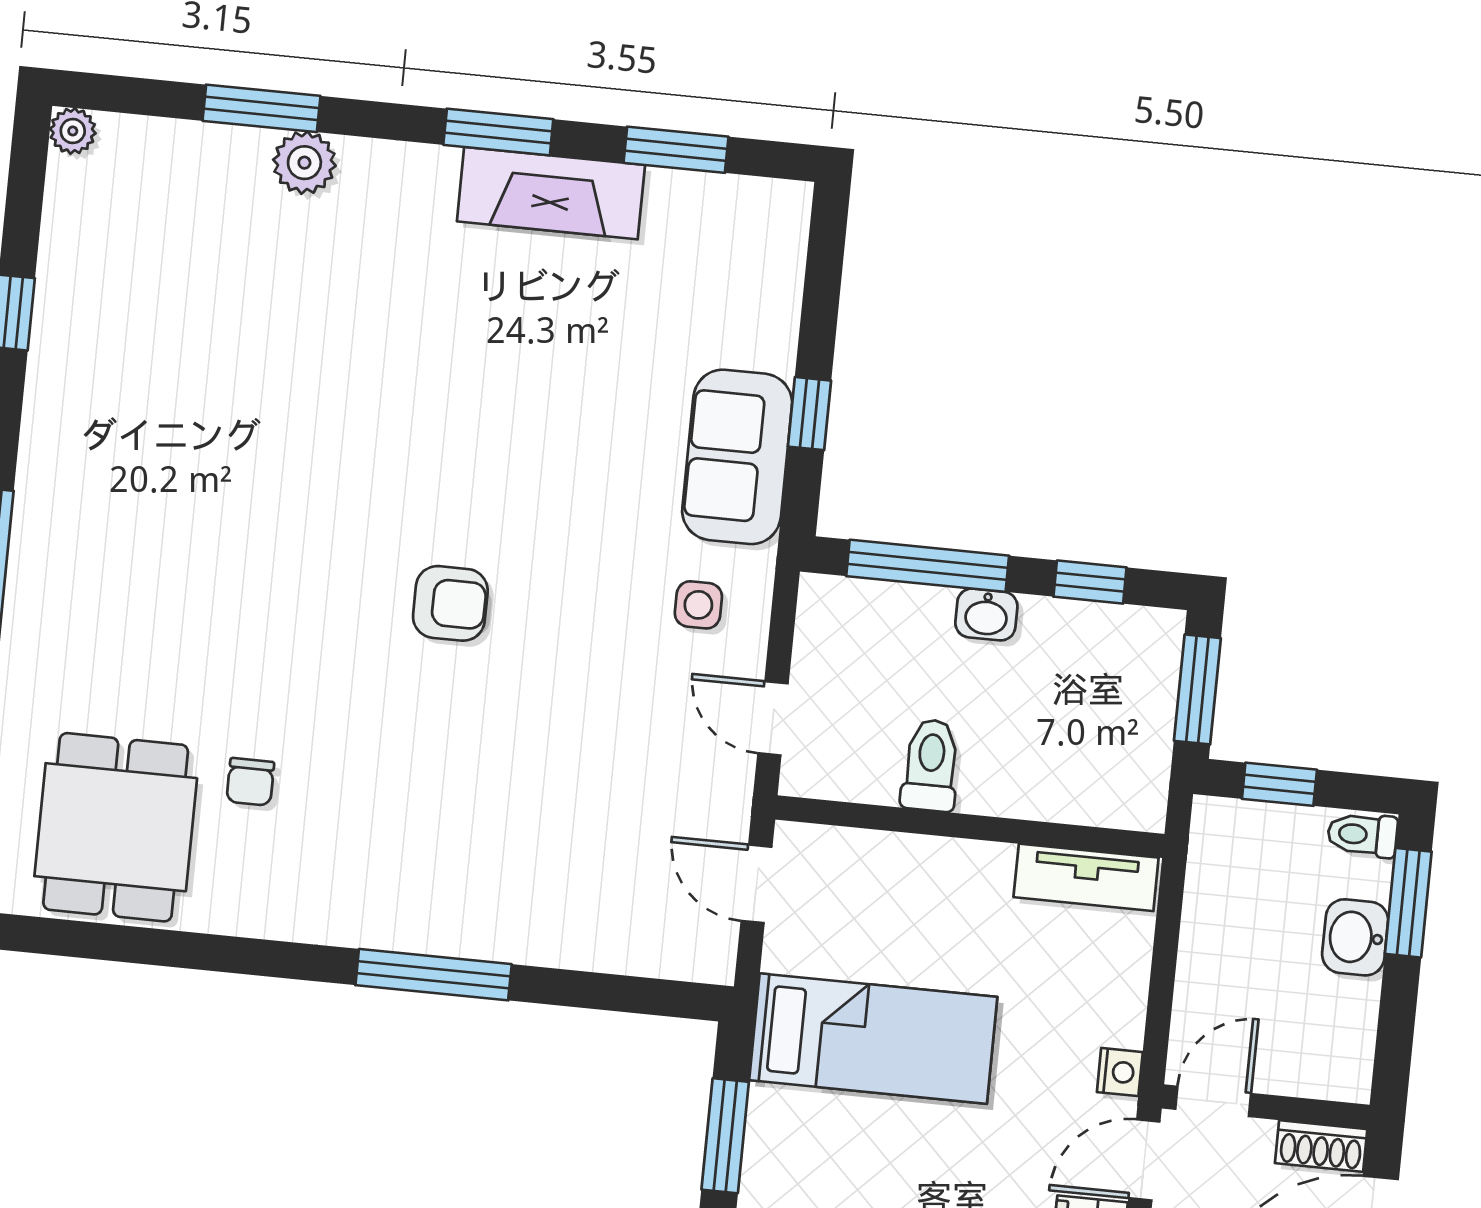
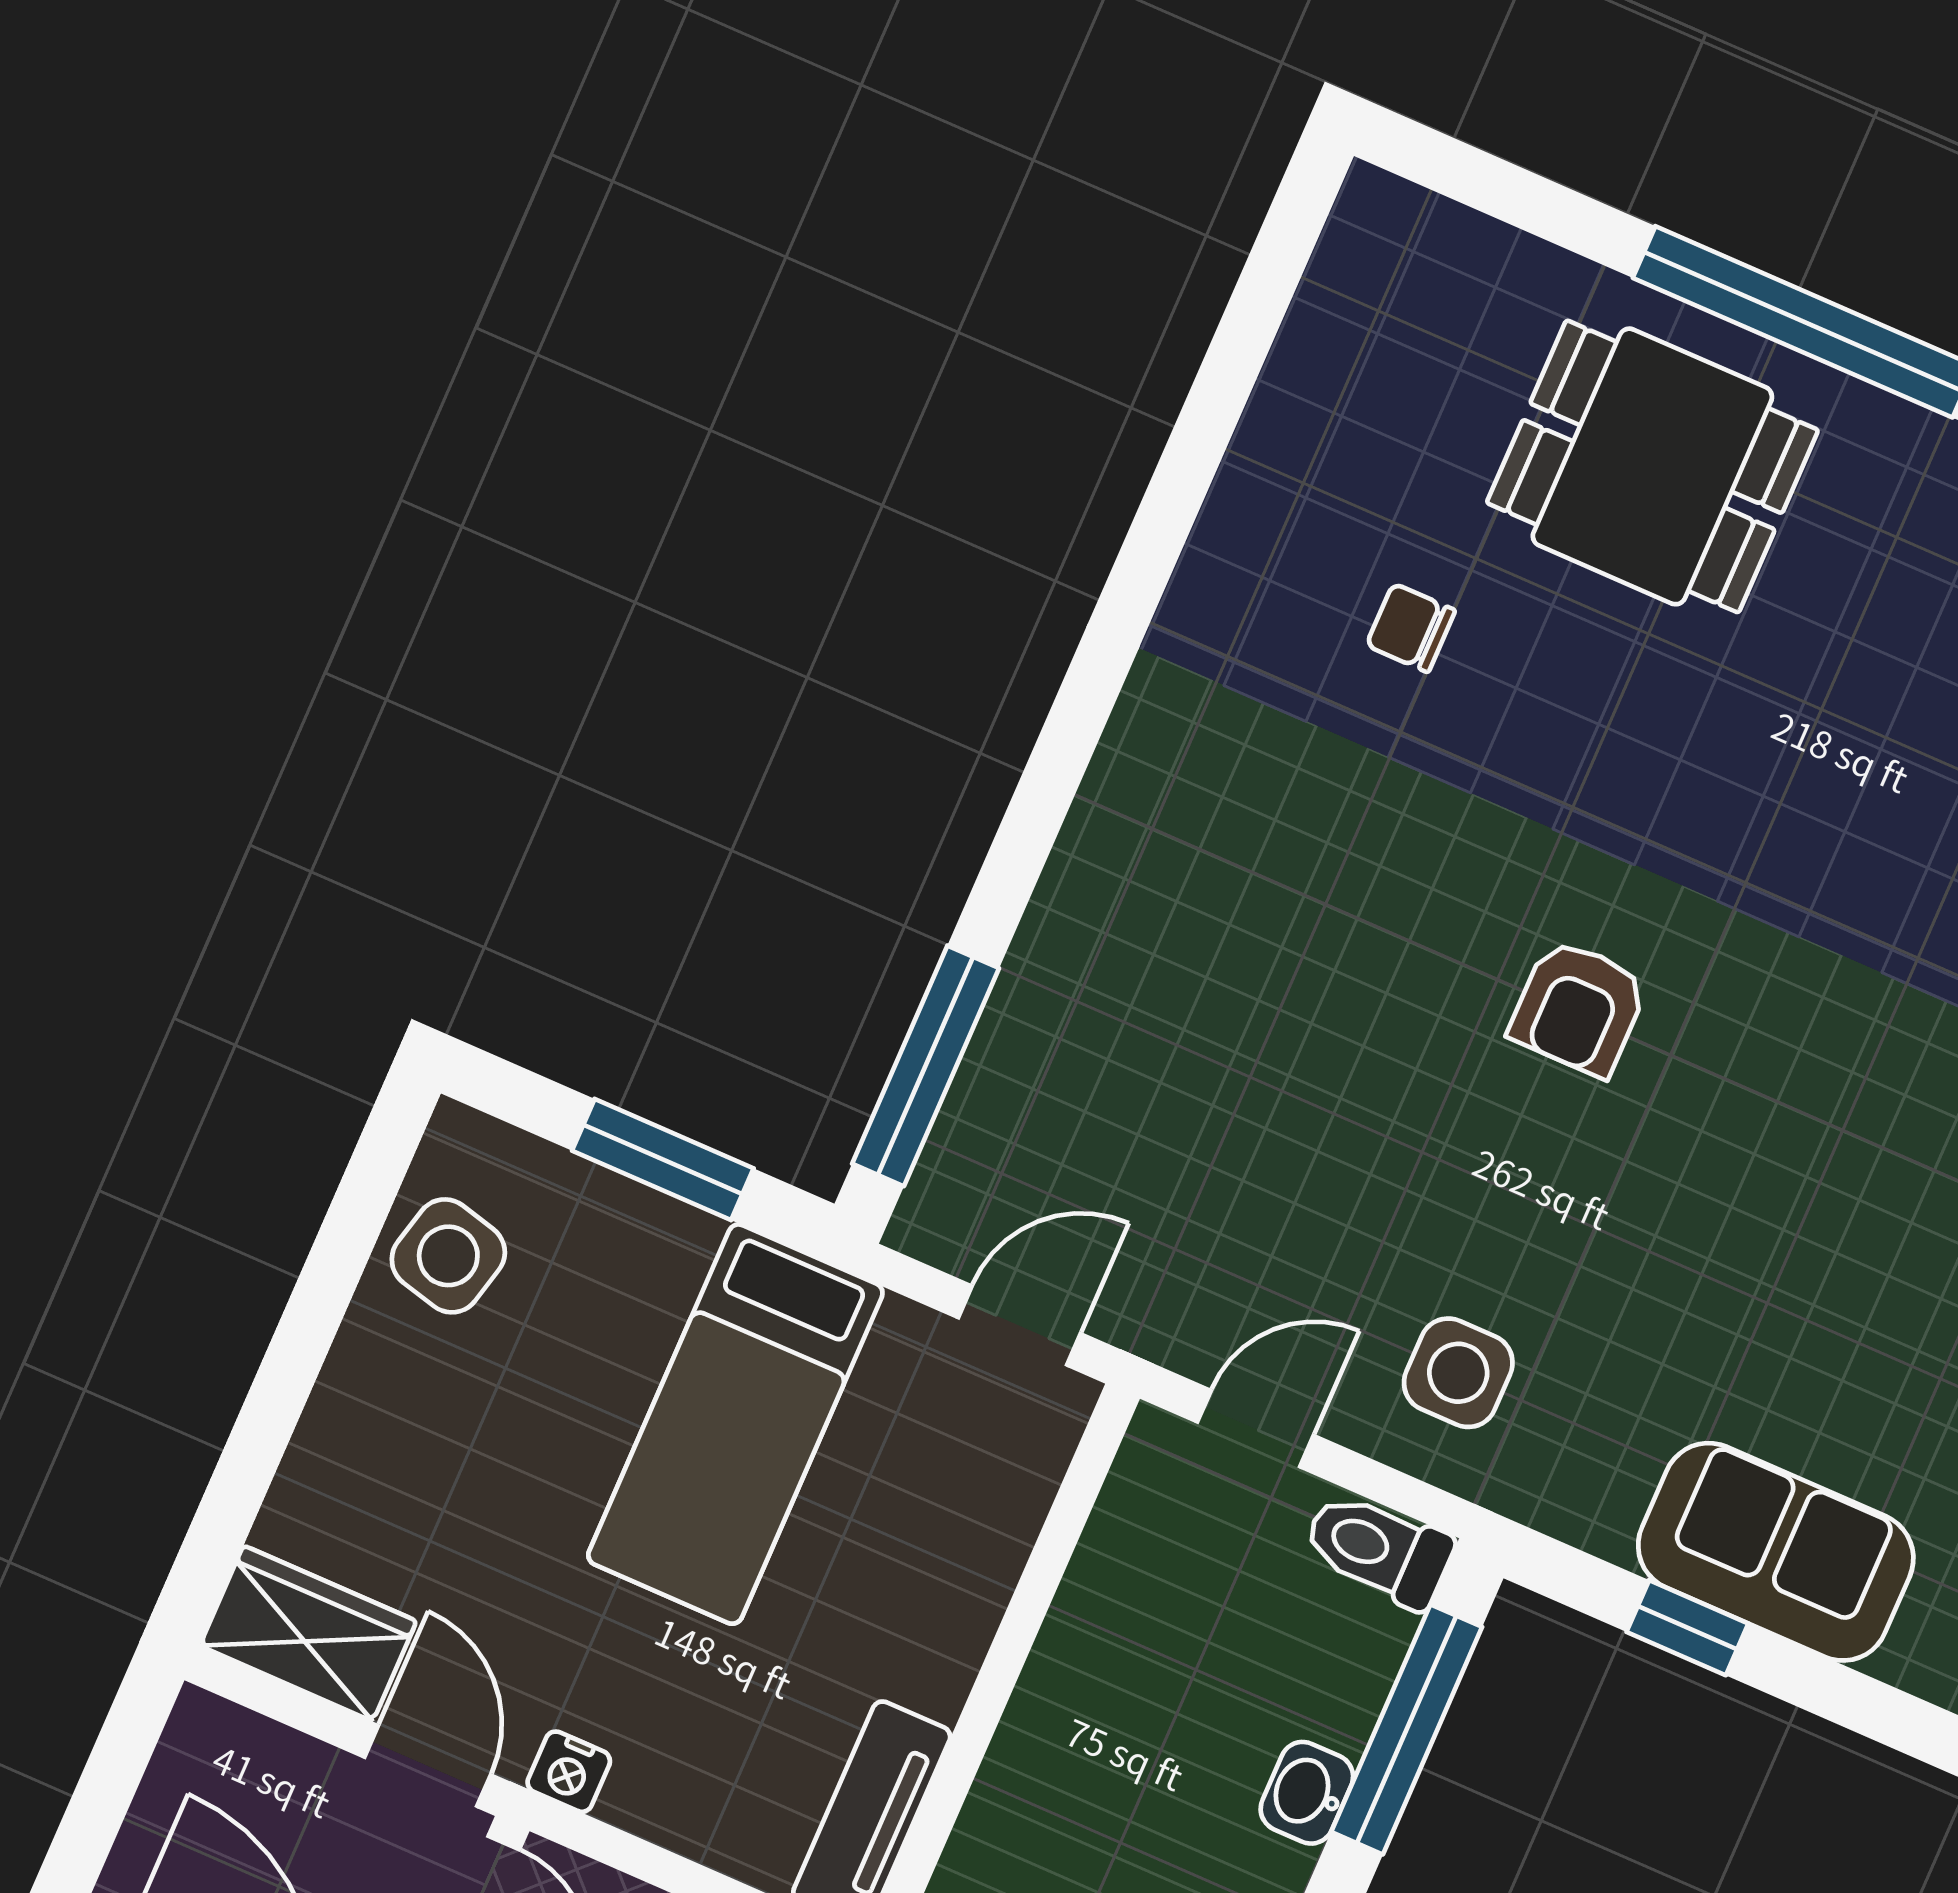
sofa: (737, 457) -> (1776, 1552), moved
side table: (698, 605) -> (1458, 1373), width x1.37, depth x1.37
toilet: (931, 765) -> (1378, 1549), moved, turned 180
dining table: (116, 827) -> (1652, 466), moved
window: (434, 975) -> (926, 1066), moved

